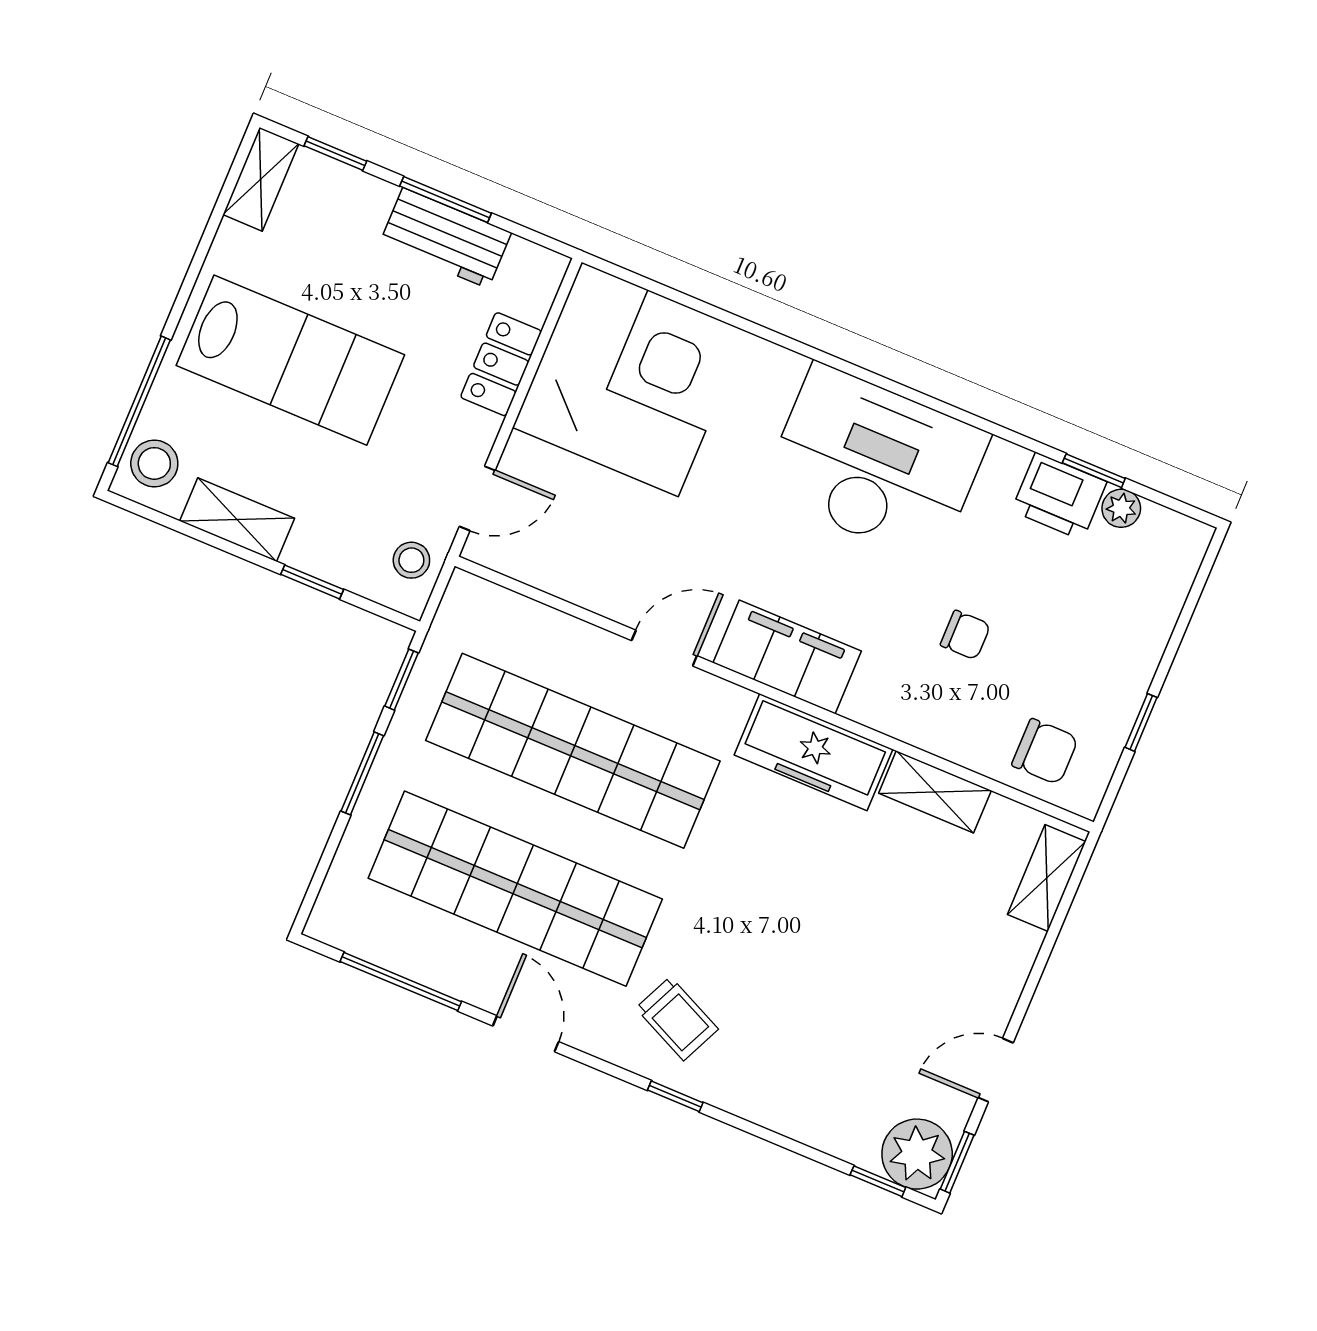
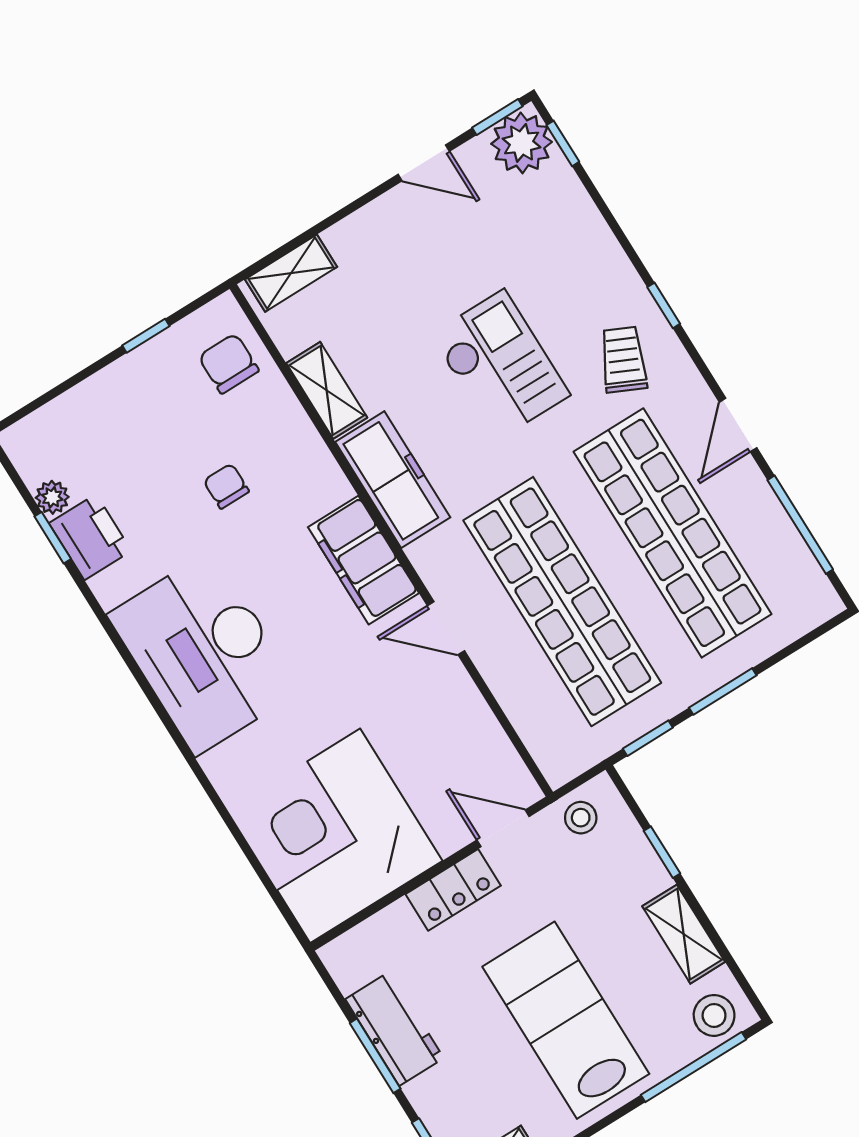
locker: (501, 364) -> (453, 890), moved
checkout: (789, 931) -> (500, 365), added

